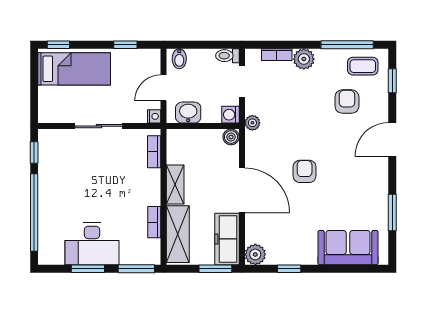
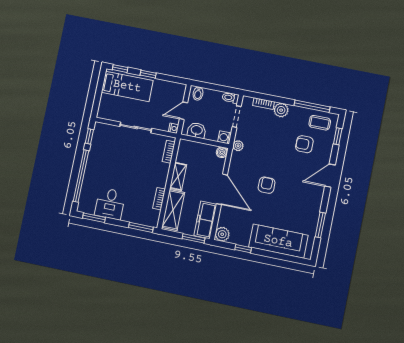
window: (125, 45) -> (148, 74), moved
armchair: (347, 102) -> (304, 144), turned -90
desk: (92, 244) -> (110, 204), width x0.73
sofa: (348, 248) -> (278, 241), width x1.36
window: (88, 269) -> (94, 218), moved

